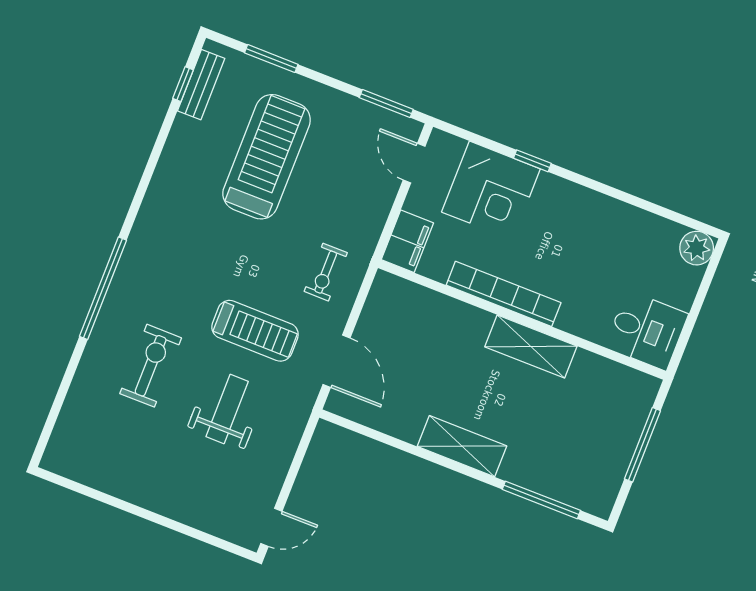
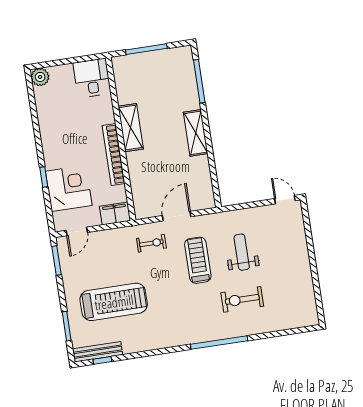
bench: (201, 85) -> (98, 352), width x1.36
treadmill: (267, 157) -> (114, 302), turned 180
door: (336, 361) -> (177, 216), moved
weight bench: (227, 409) -> (242, 252), turned 90

